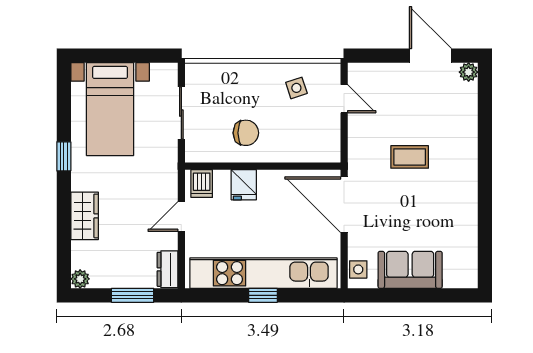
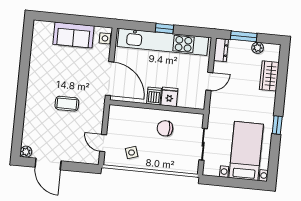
dishwasher: (202, 184) -> (154, 96), moved
wardrobe: (85, 216) -> (269, 76), moved
plant: (80, 279) -> (258, 48), moved

